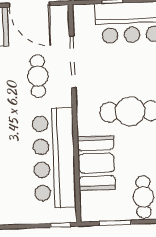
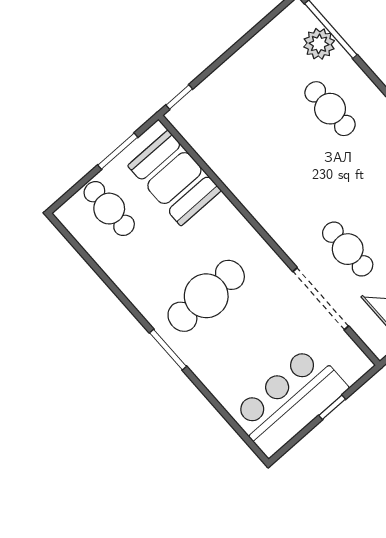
bar counter: (54, 158) -> (251, 169), removed
booth: (96, 163) -> (174, 178), moved

